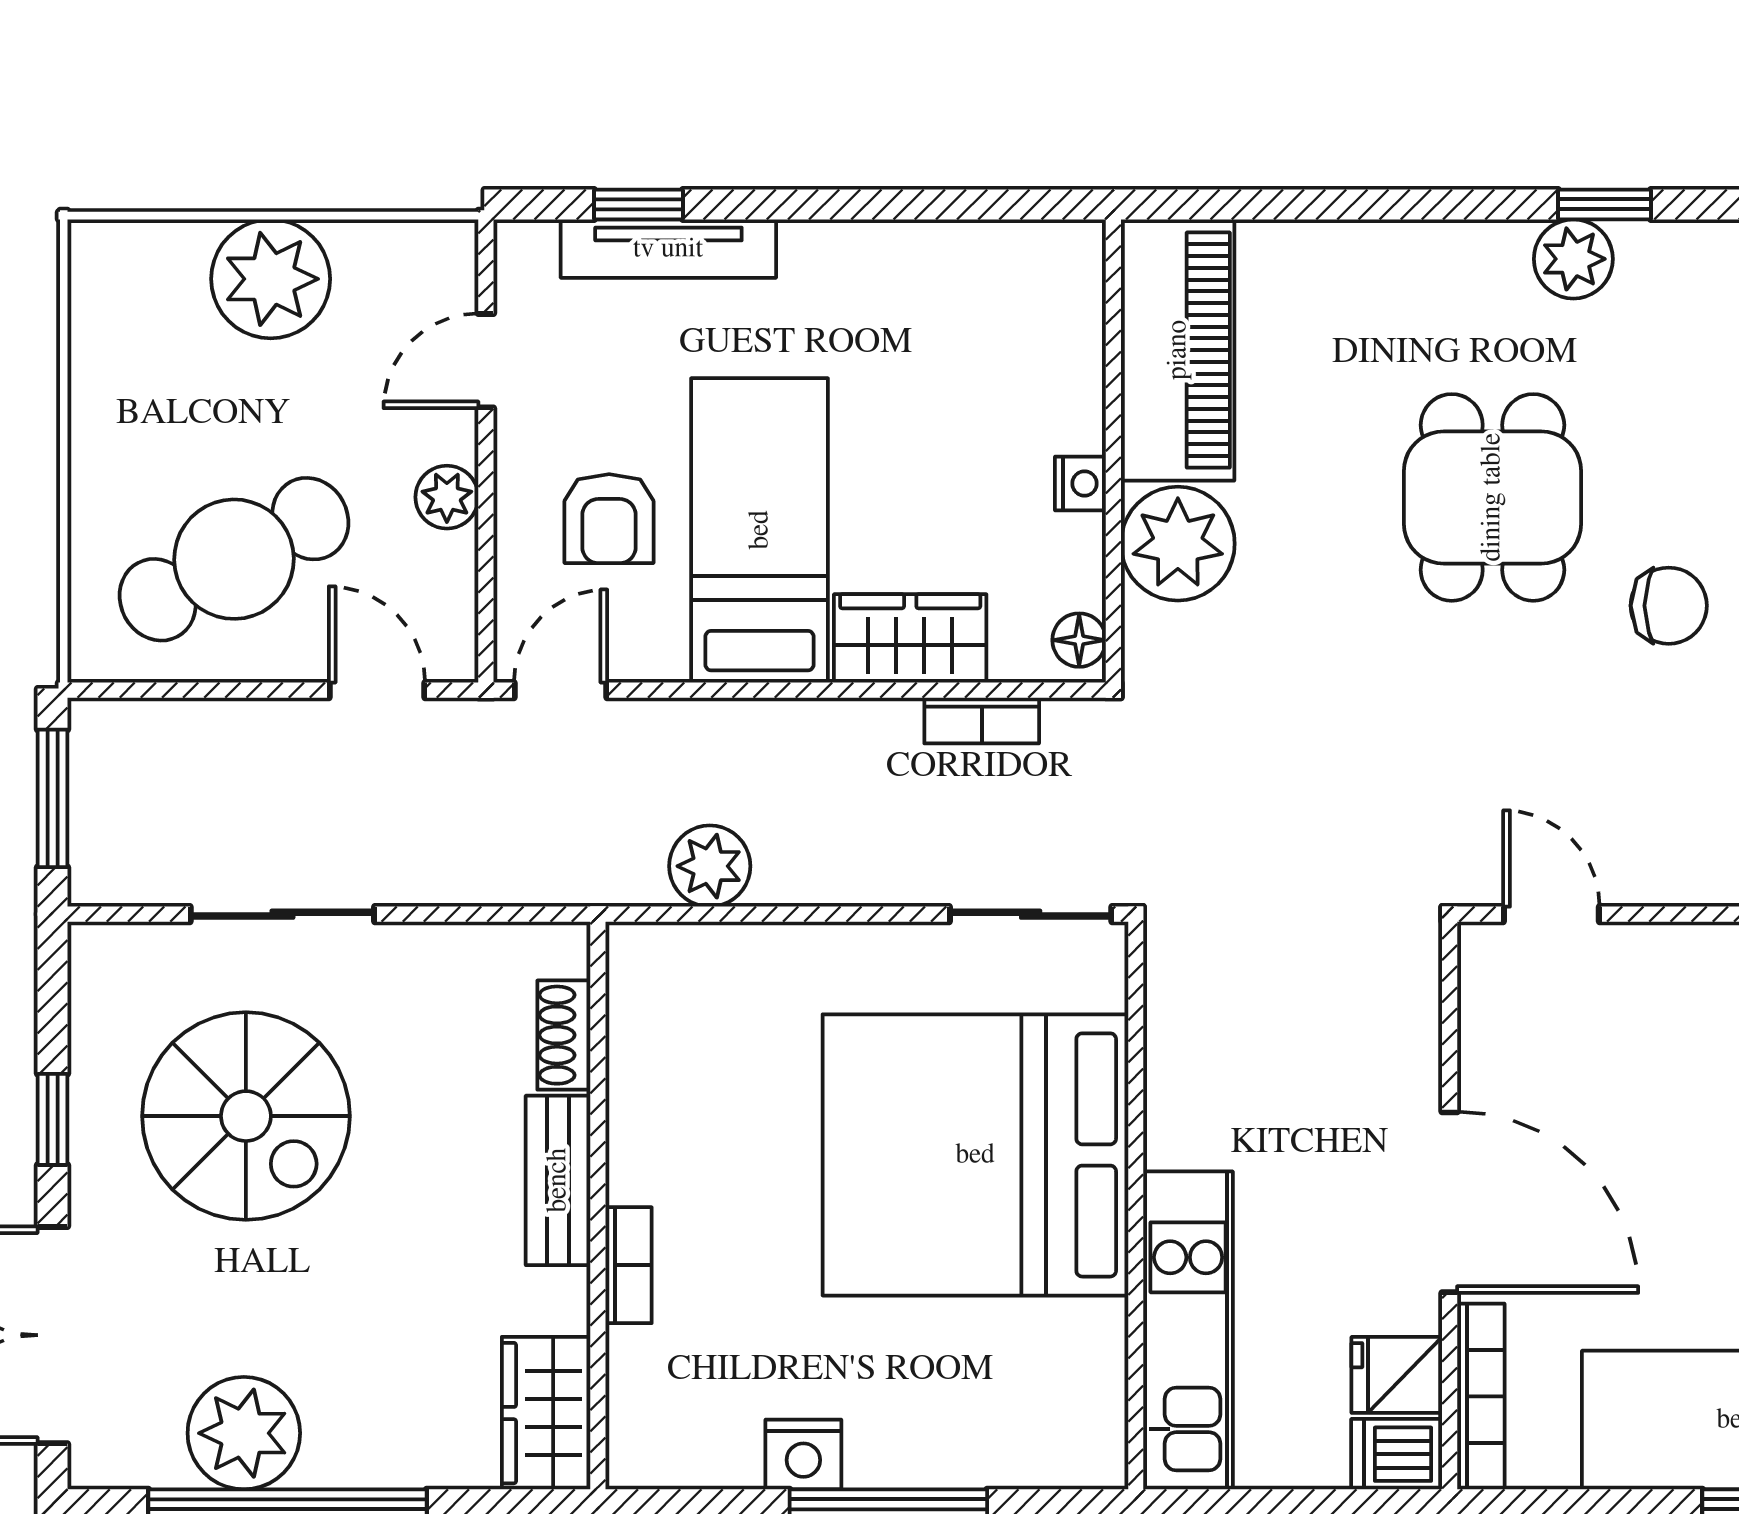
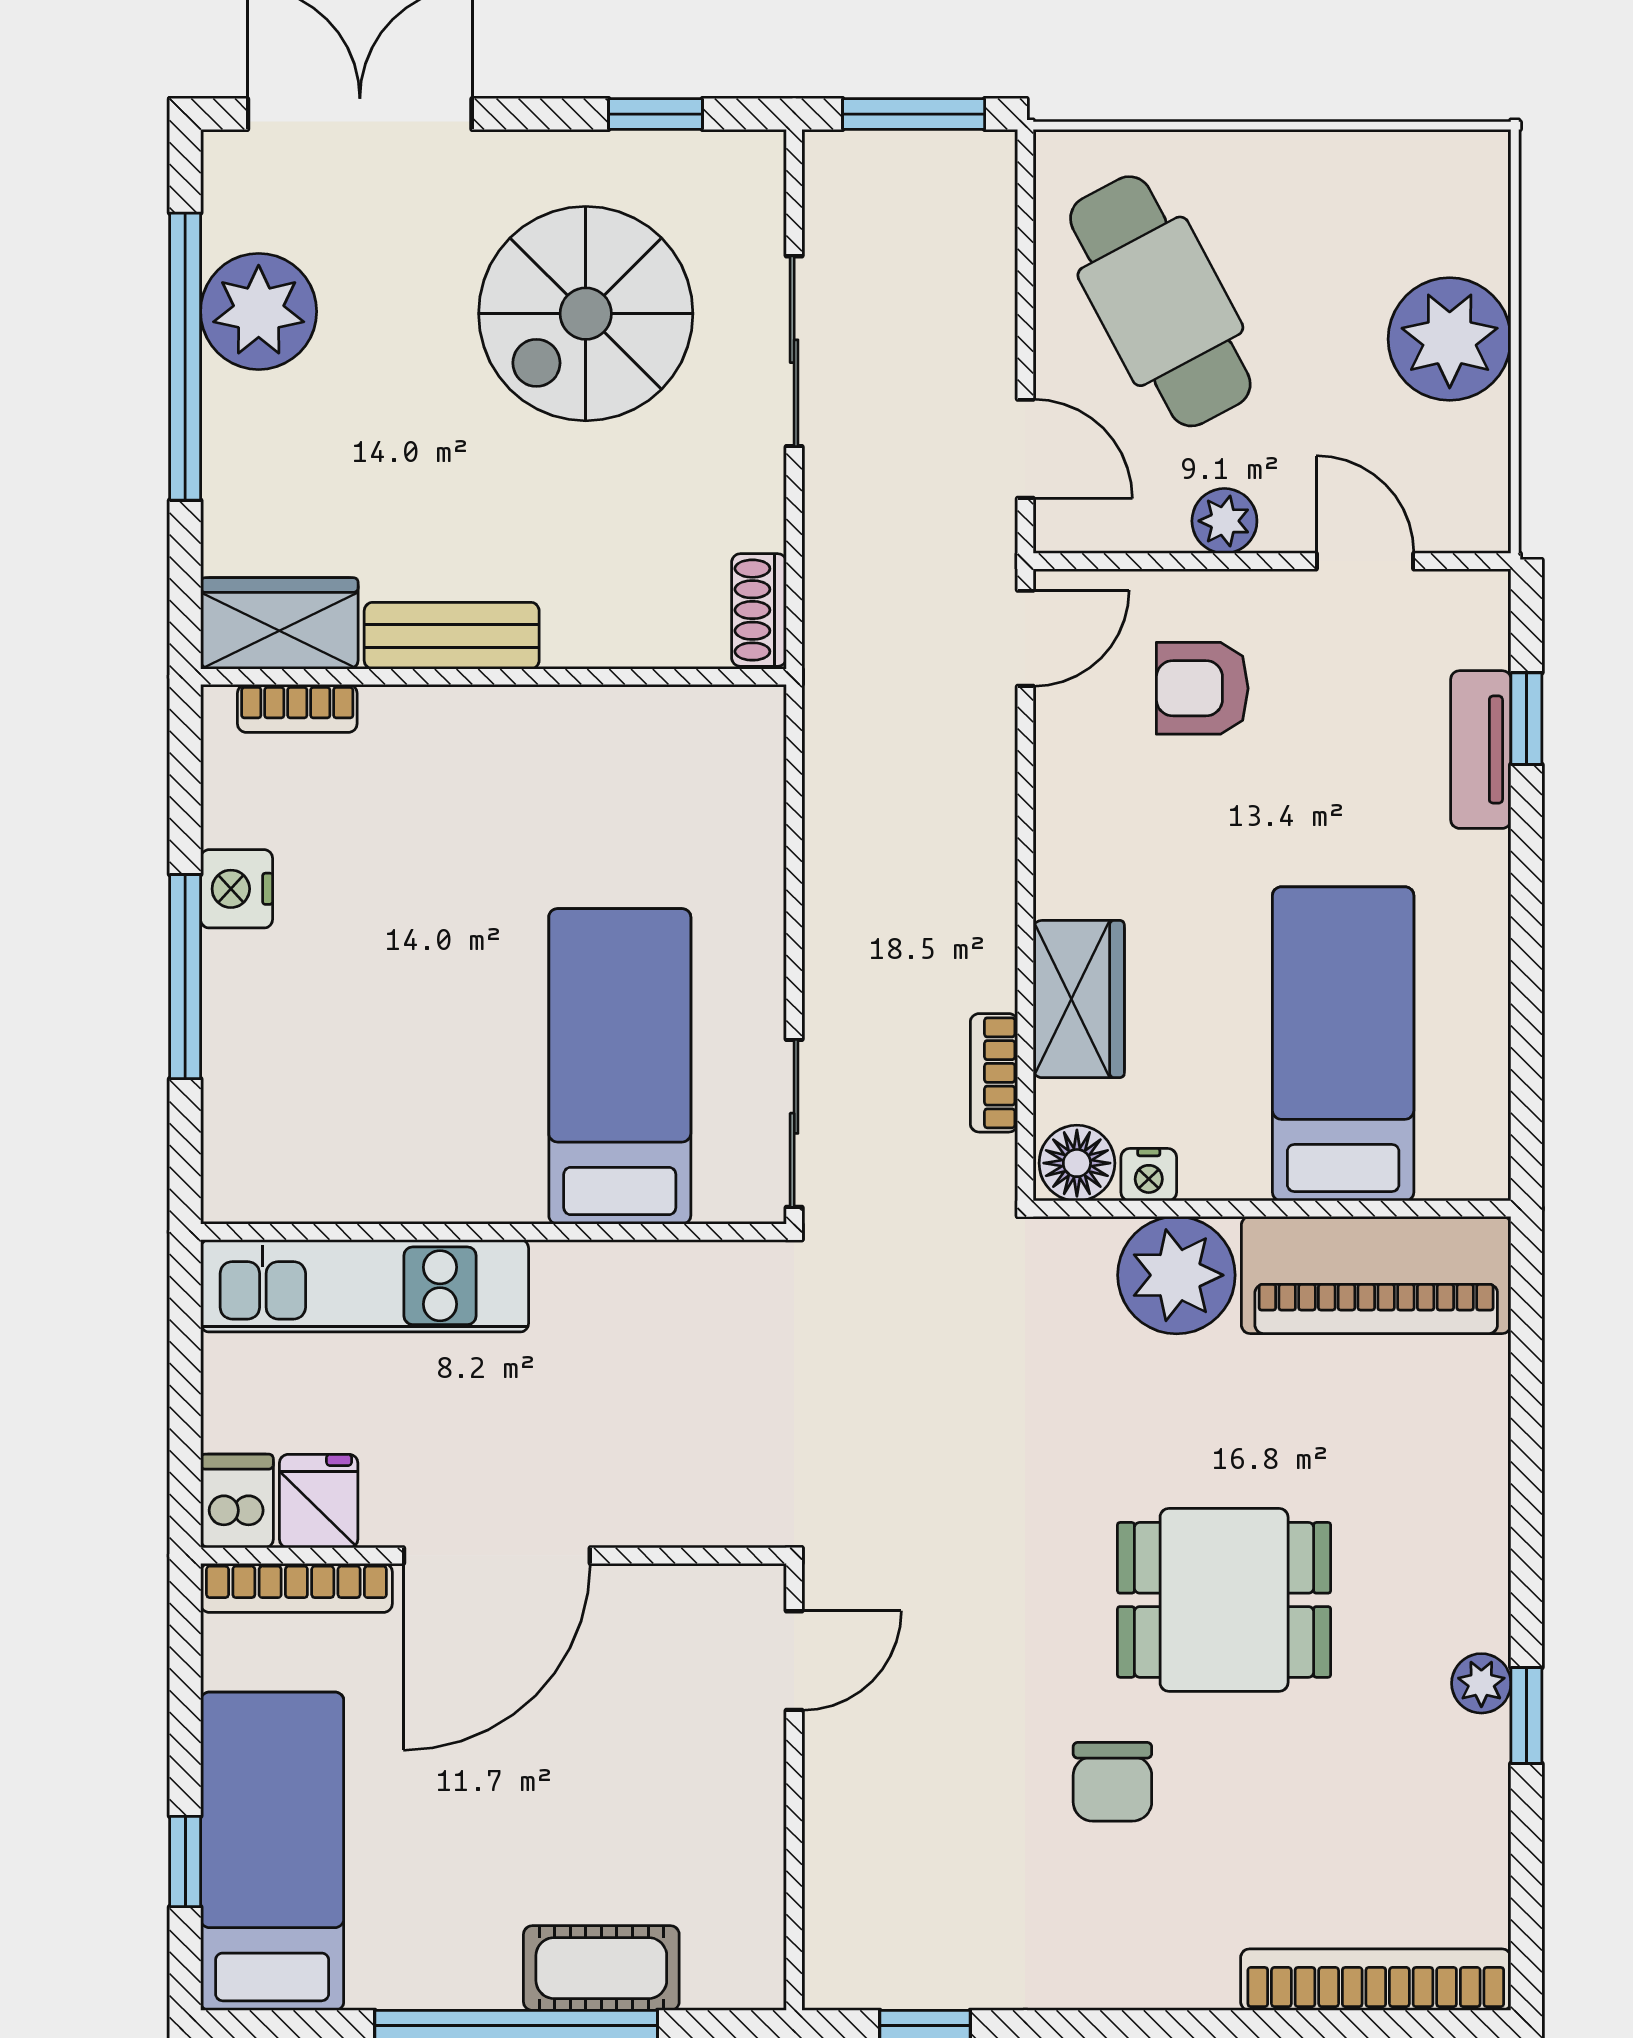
tv unit: (668, 249) -> (1481, 750), width x0.71
plant: (1573, 259) -> (1481, 1683), width x0.73, depth x0.73
nightstand: (1080, 483) -> (1149, 1175), moved
bed: (760, 530) -> (1343, 1044), moved, turned -90
floor lamp: (1079, 640) -> (1077, 1163), width x1.37, depth x1.37
door: (377, 690) -> (1025, 449), hinge flipped
door: (561, 690) -> (1025, 638), hinge flipped
plant: (710, 866) -> (844, 792), removed
shoe rack: (564, 1035) -> (759, 610), moved, turned -90
window: (53, 1119) -> (655, 114), moved
bed: (975, 1155) -> (620, 1066), width x0.49
bench: (558, 1180) -> (452, 636), moved
bookcase: (629, 1265) -> (297, 708), moved

